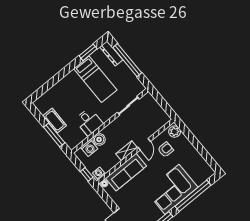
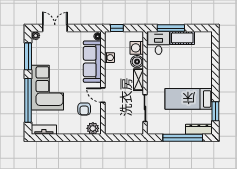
desk: (89, 122) -> (159, 43), moved, turned 90
shelving: (127, 151) -> (138, 80), moved
tv unit: (205, 167) -> (44, 130), added
washing machine: (99, 173) -> (109, 58), moved

